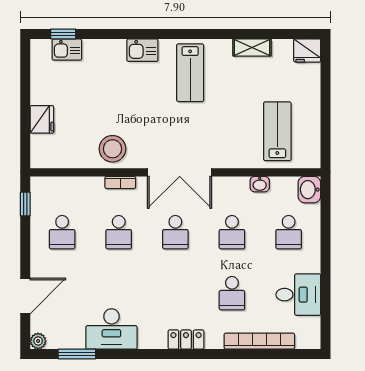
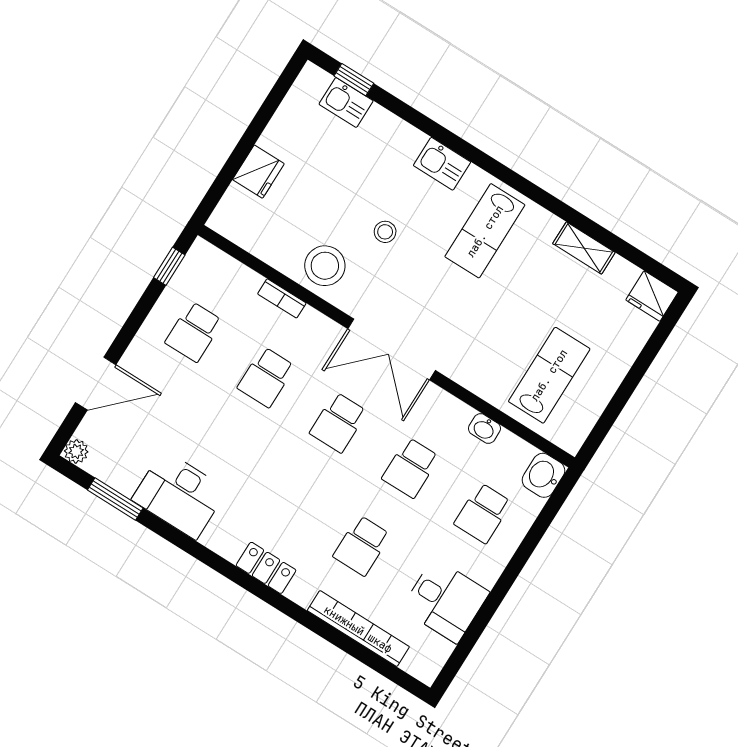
stool: (134, 109) -> (385, 232), added
bookcase: (120, 182) -> (282, 298), moved

